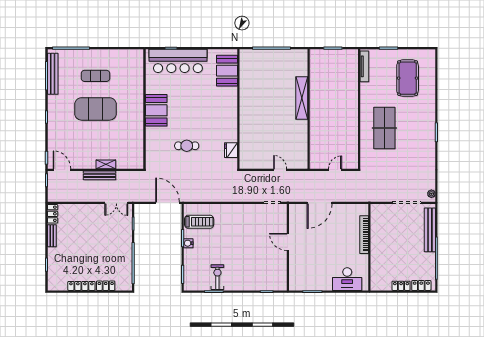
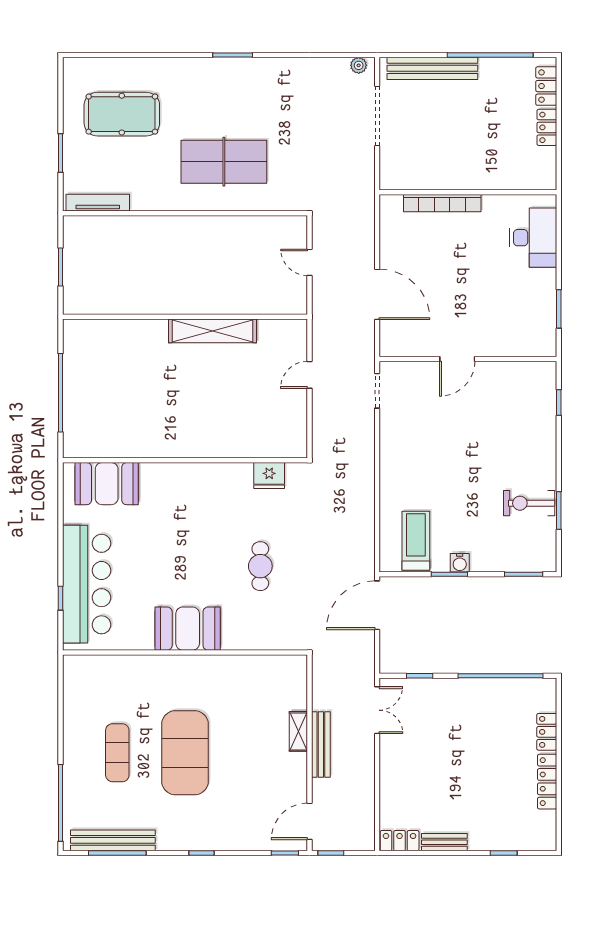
shelving: (302, 98) -> (212, 331), moved

